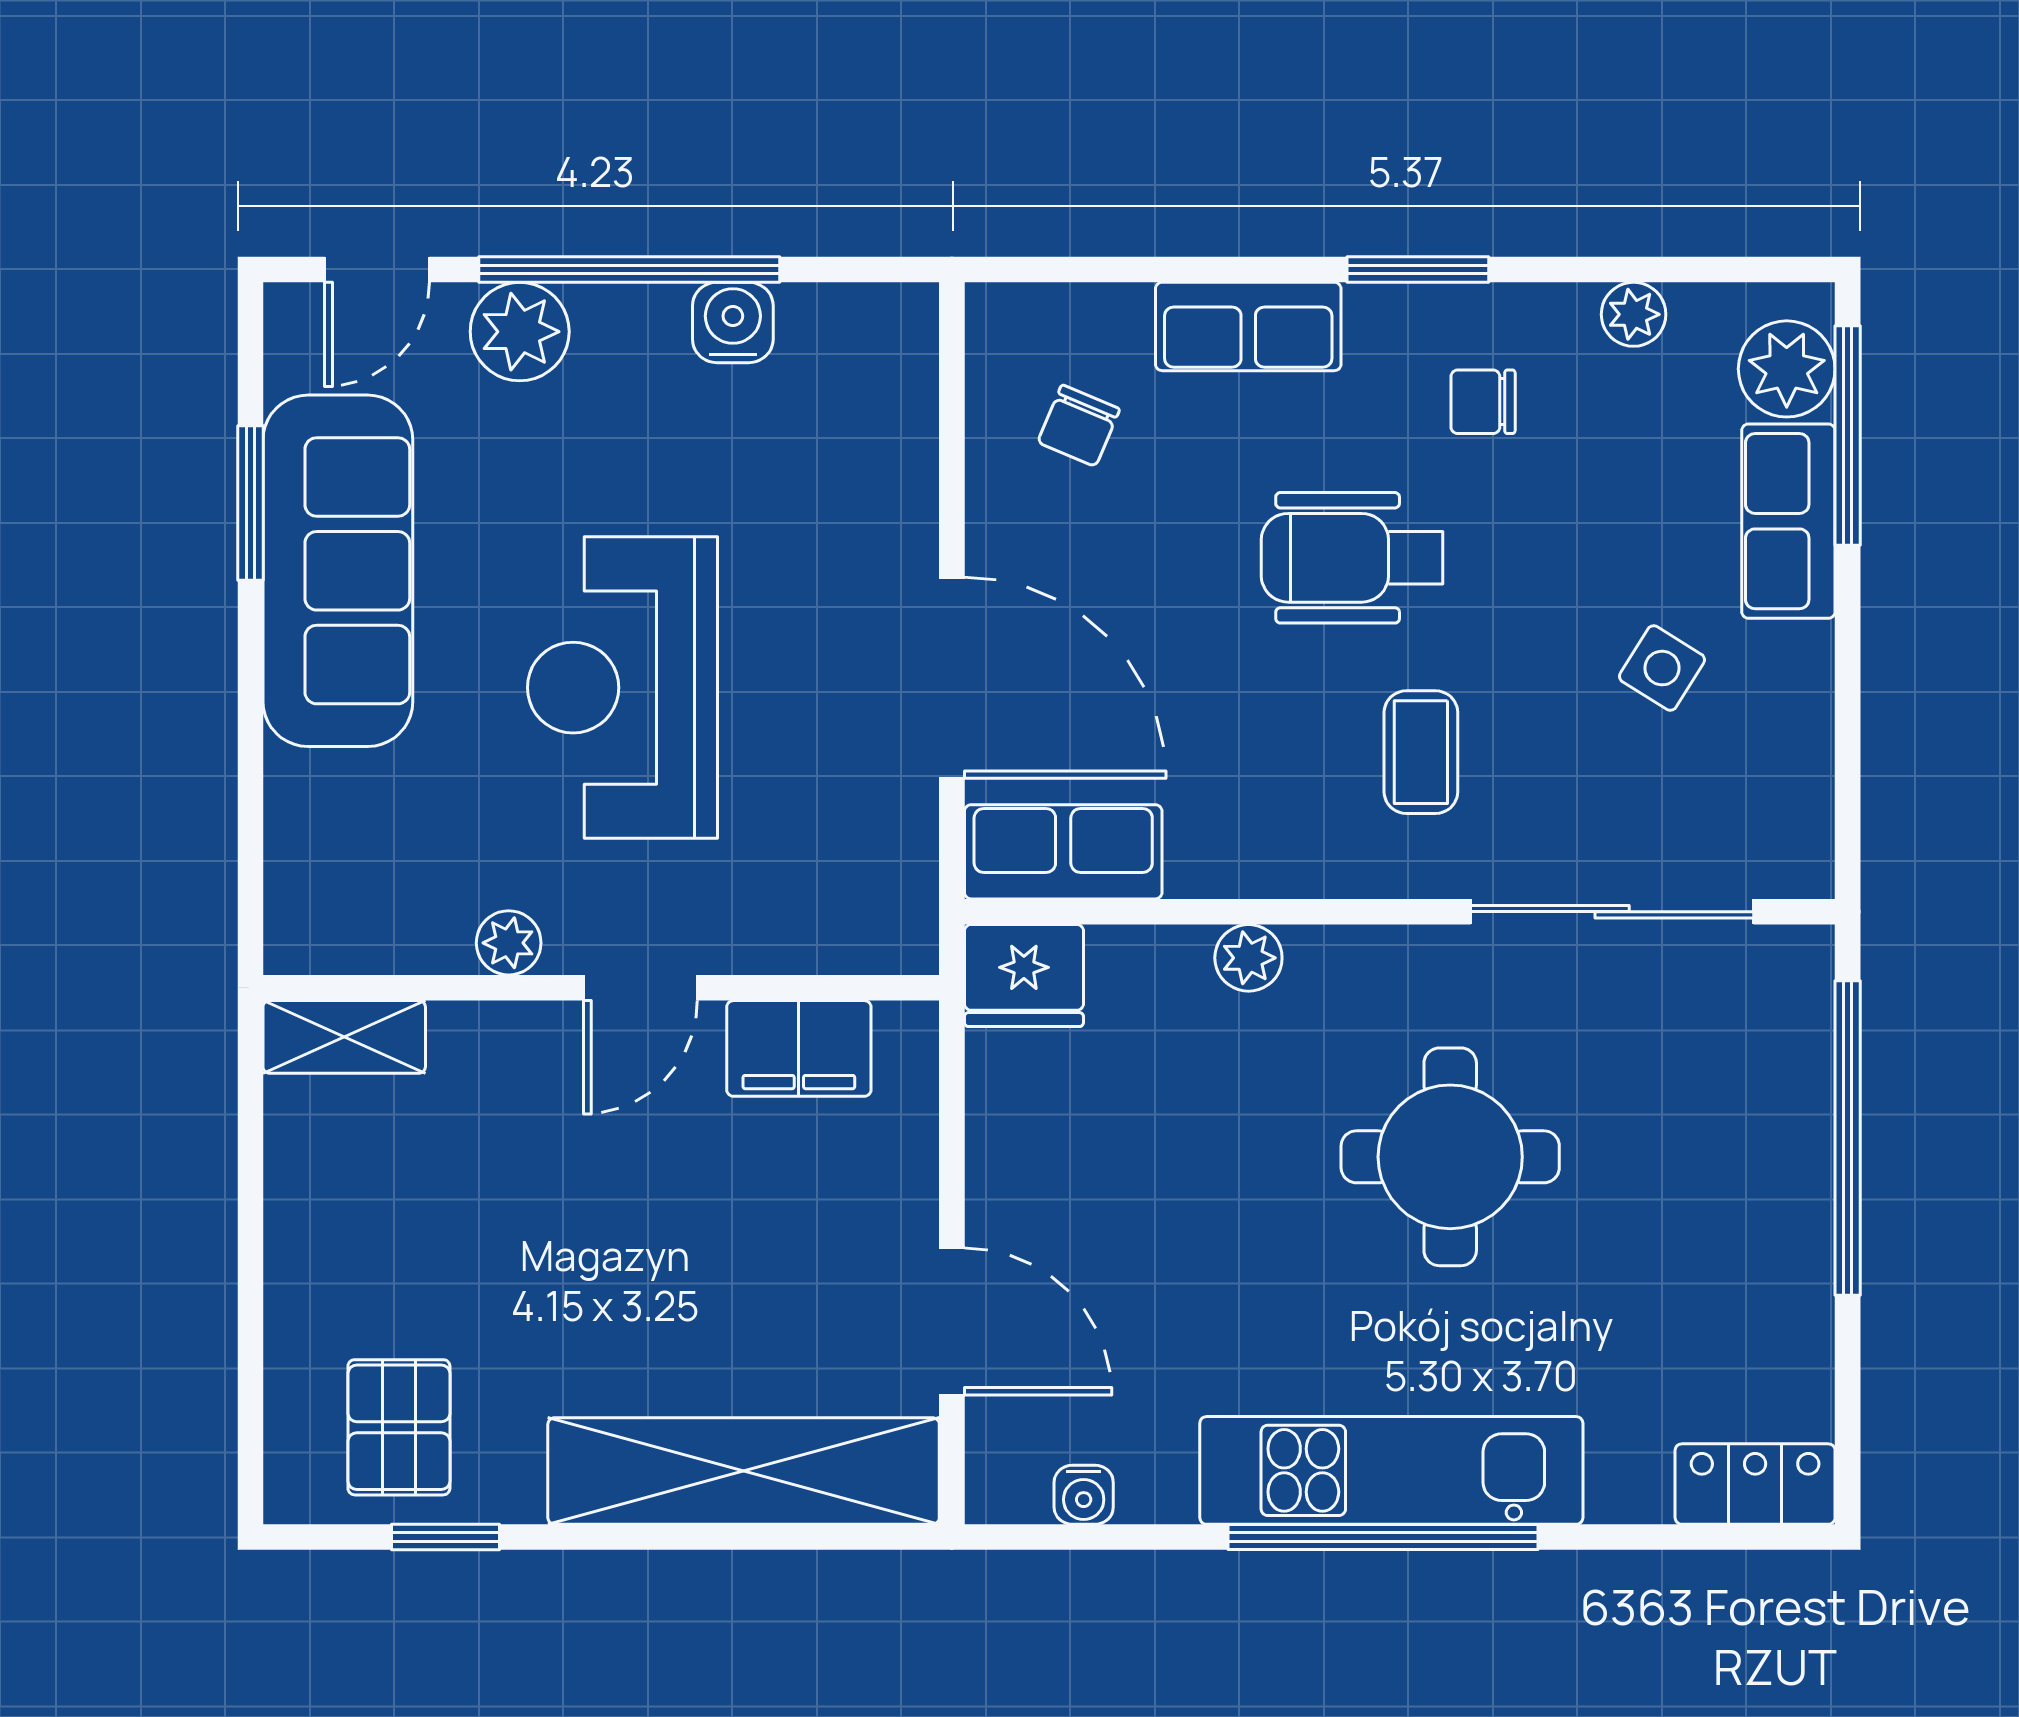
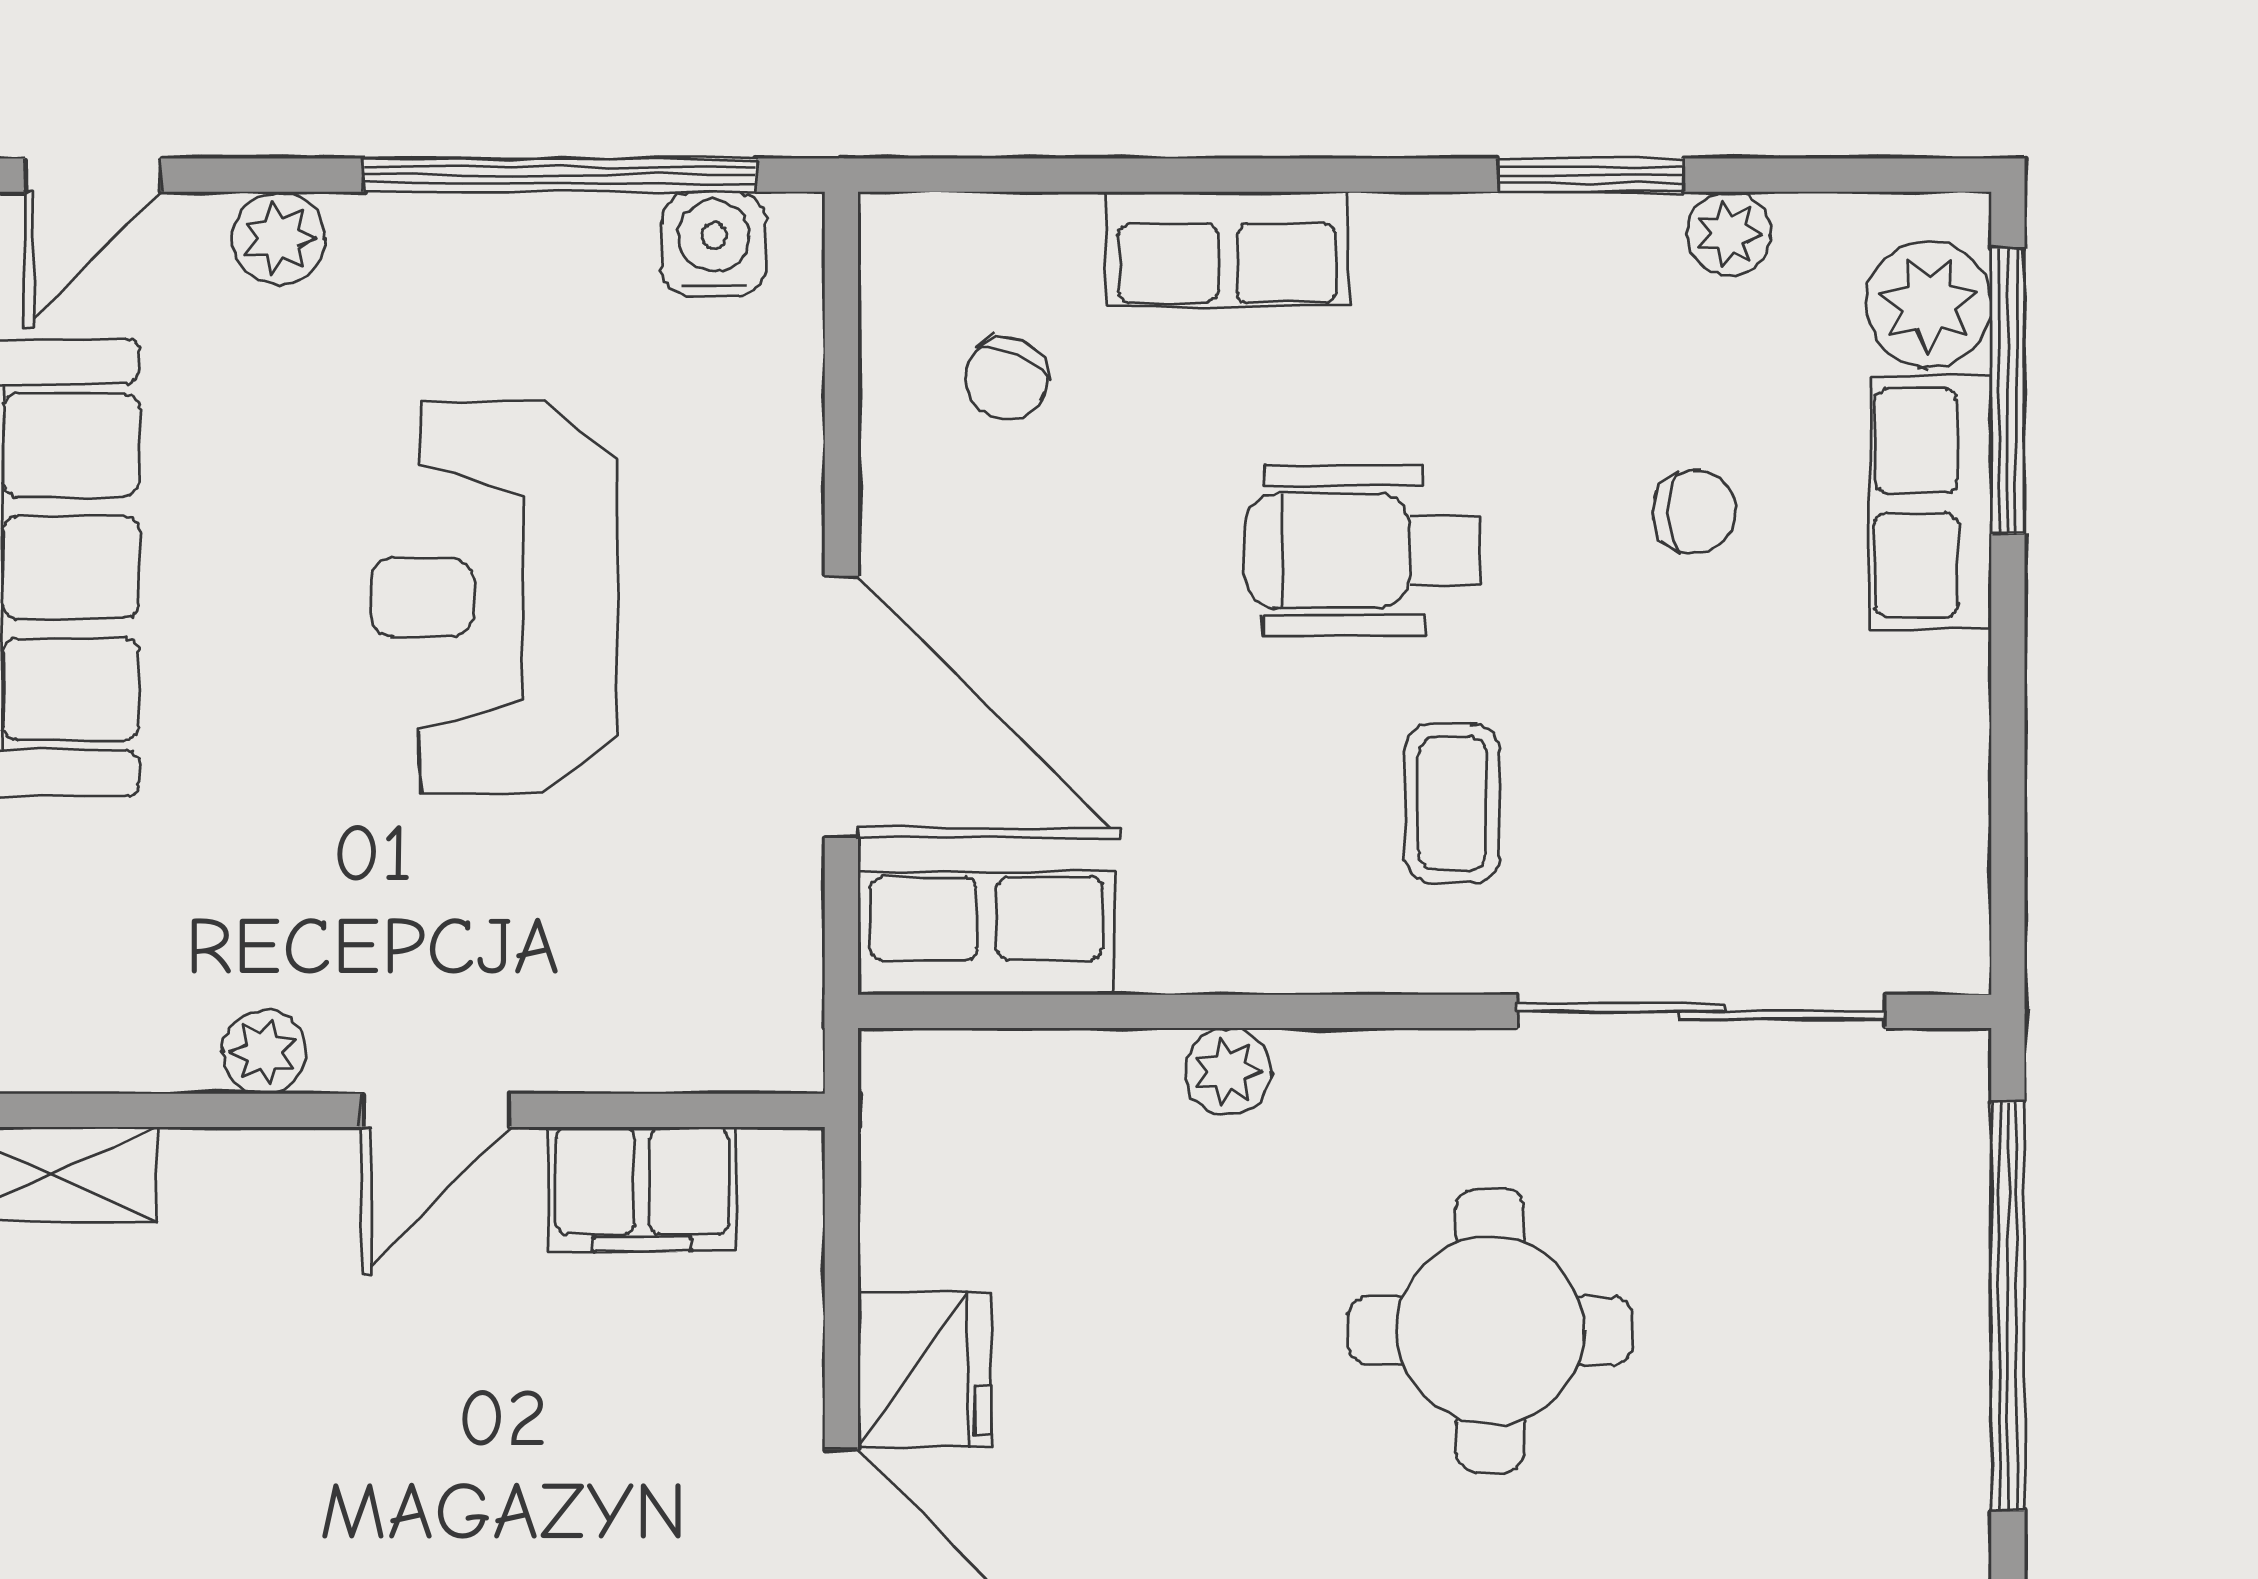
window: (629, 269) -> (560, 175), moved
window: (1418, 269) -> (1591, 175), moved
water cooler: (733, 322) -> (714, 244), moved
plant: (520, 332) -> (279, 238), width x0.73, depth x0.73
chair: (1483, 402) -> (1695, 512), moved, turned 180
side table: (1662, 668) -> (1766, 694), removed
reception desk: (622, 688) -> (494, 597), moved
fridge: (1024, 976) -> (925, 1370), moved, turned -90

